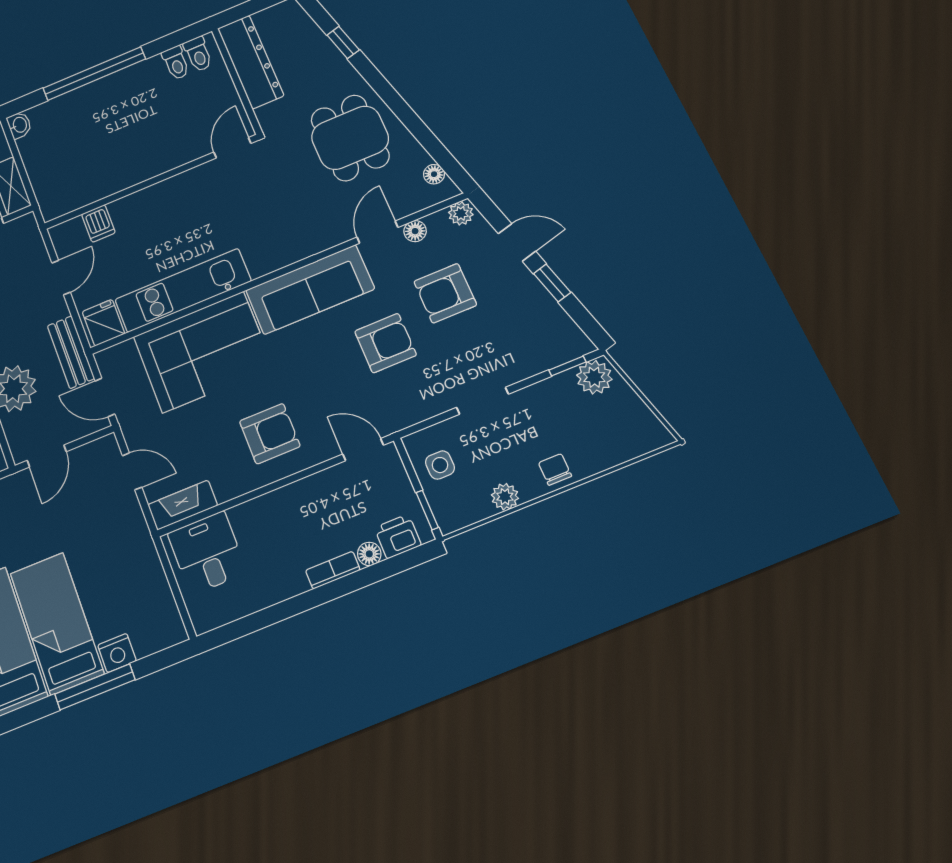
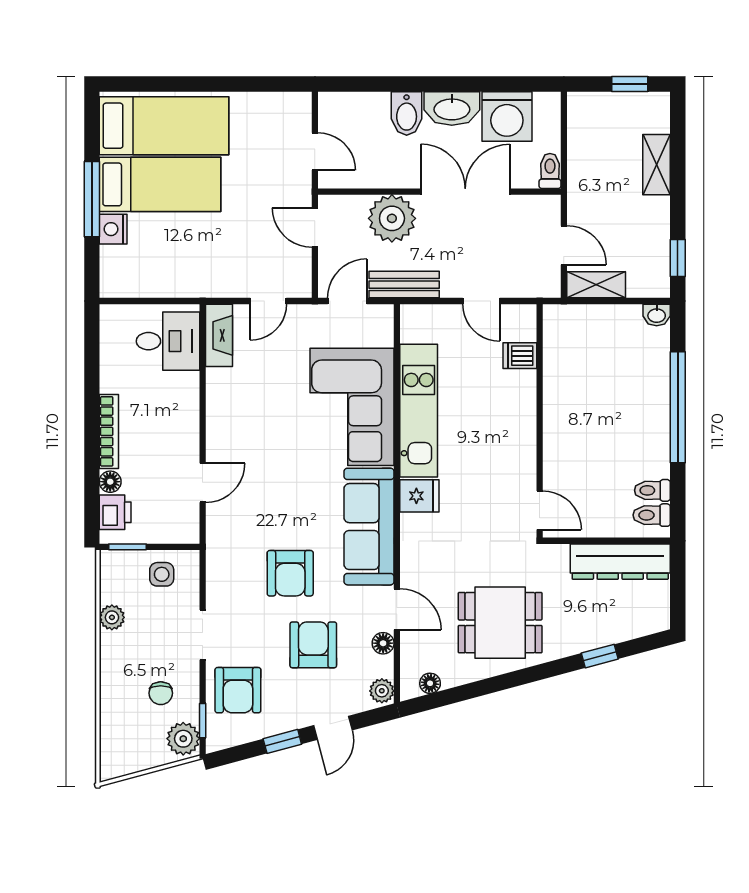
fridge: (103, 323) -> (419, 496), moved
armchair: (270, 434) -> (238, 690), moved
door: (363, 450) -> (203, 483), moved
chair: (555, 469) -> (161, 693), moved, turned 90
bookcase: (333, 570) -> (109, 431), width x1.56

